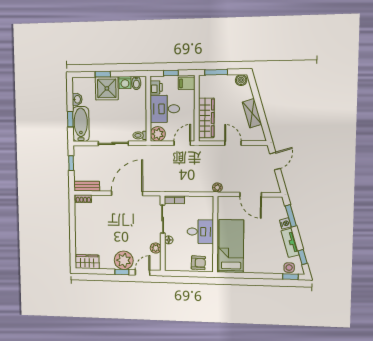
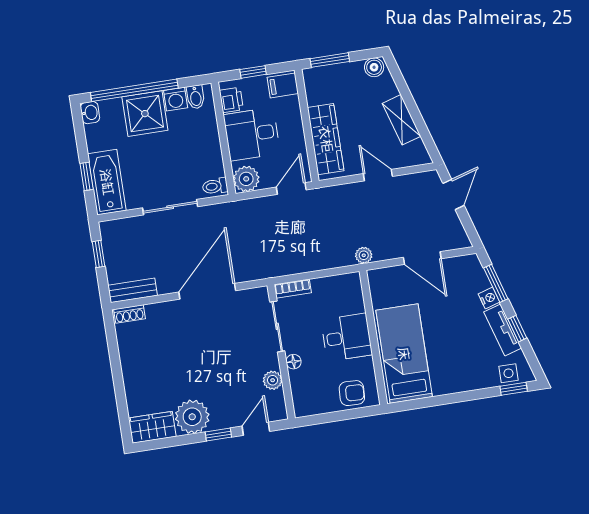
window: (103, 74) -> (134, 90), width x3.17
washbasin: (77, 99) -> (90, 113), moved
window: (303, 257) -> (517, 329), moved
plant: (124, 260) -> (192, 417), moved

